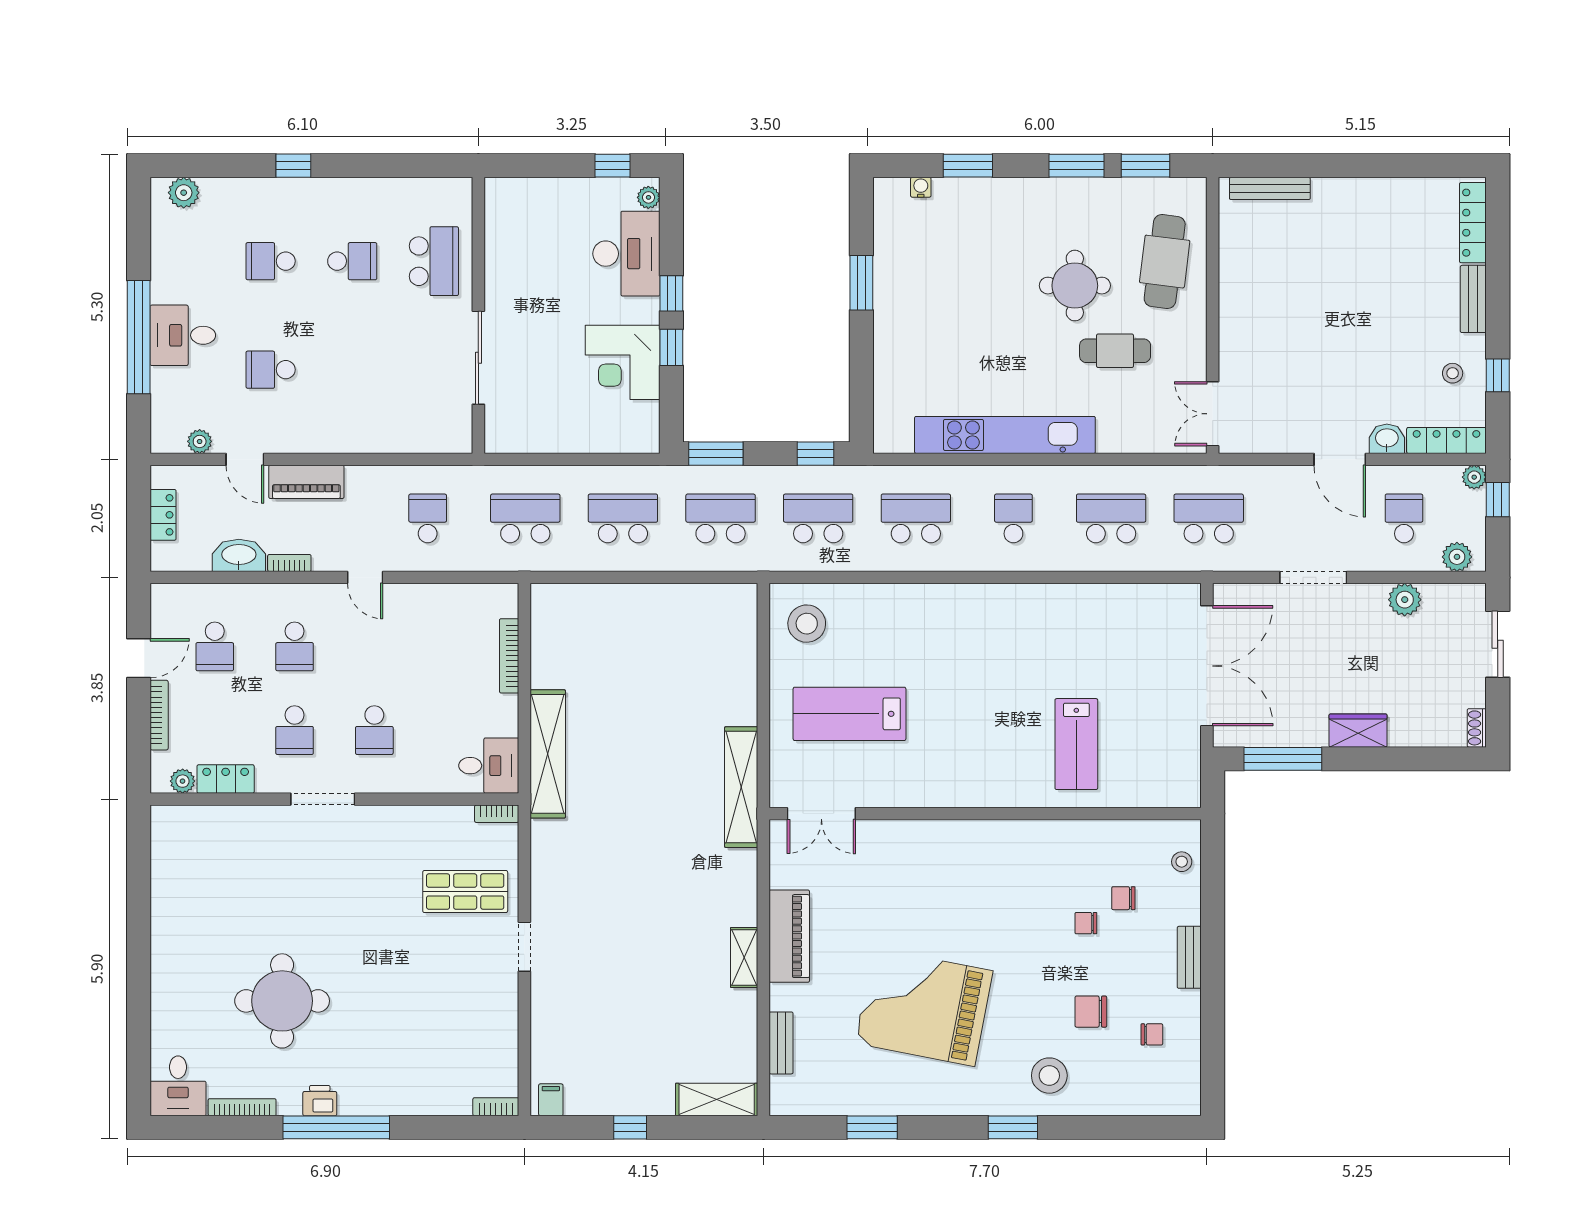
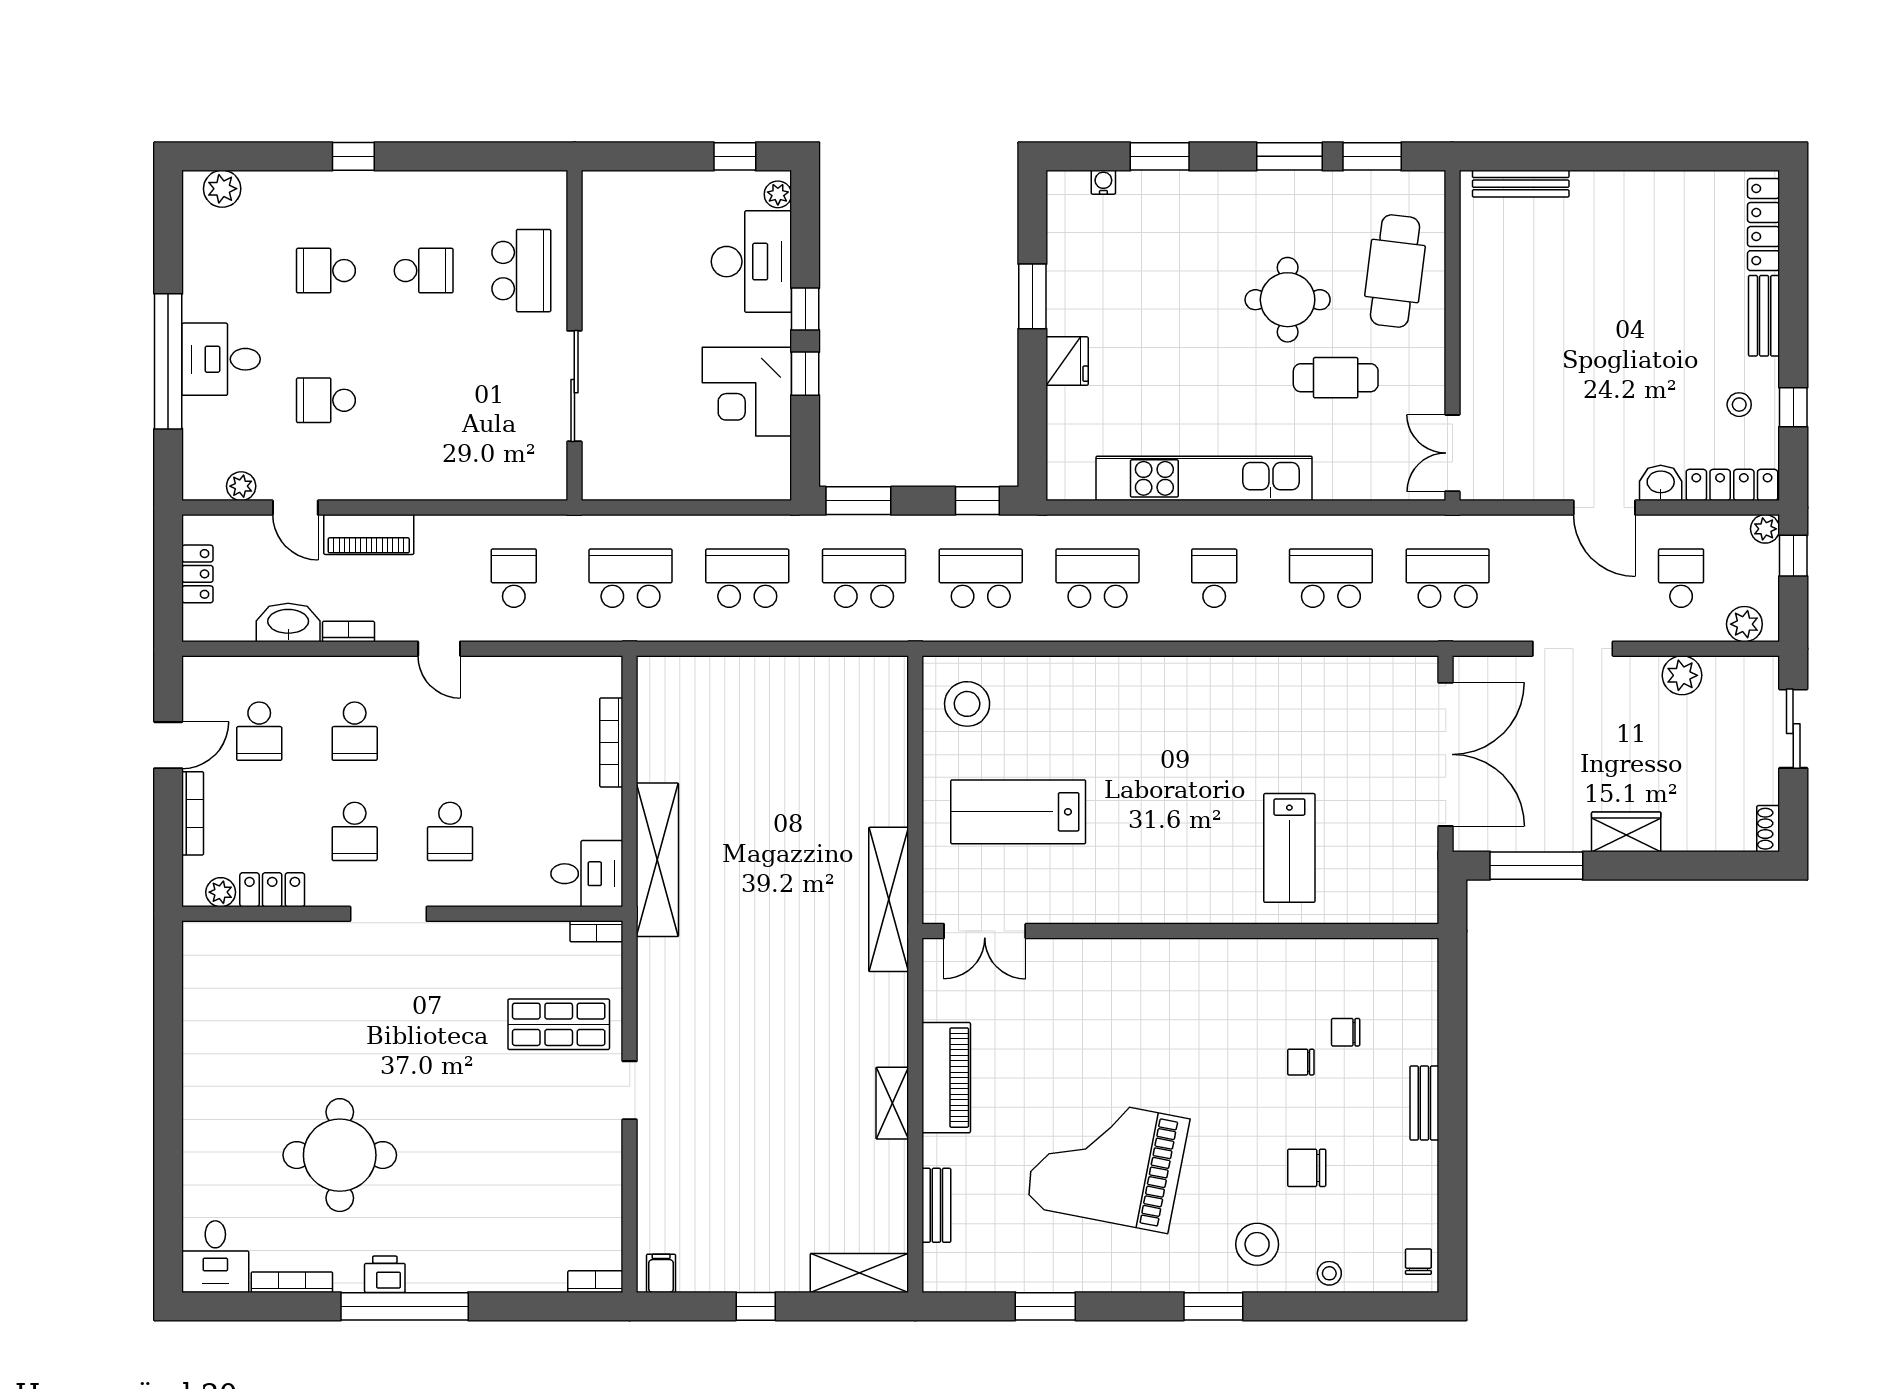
fridge: (890, 337) -> (1067, 361), added
stool: (1182, 862) -> (1329, 1273), moved
chair: (1152, 1034) -> (1418, 1262), moved, turned -90

